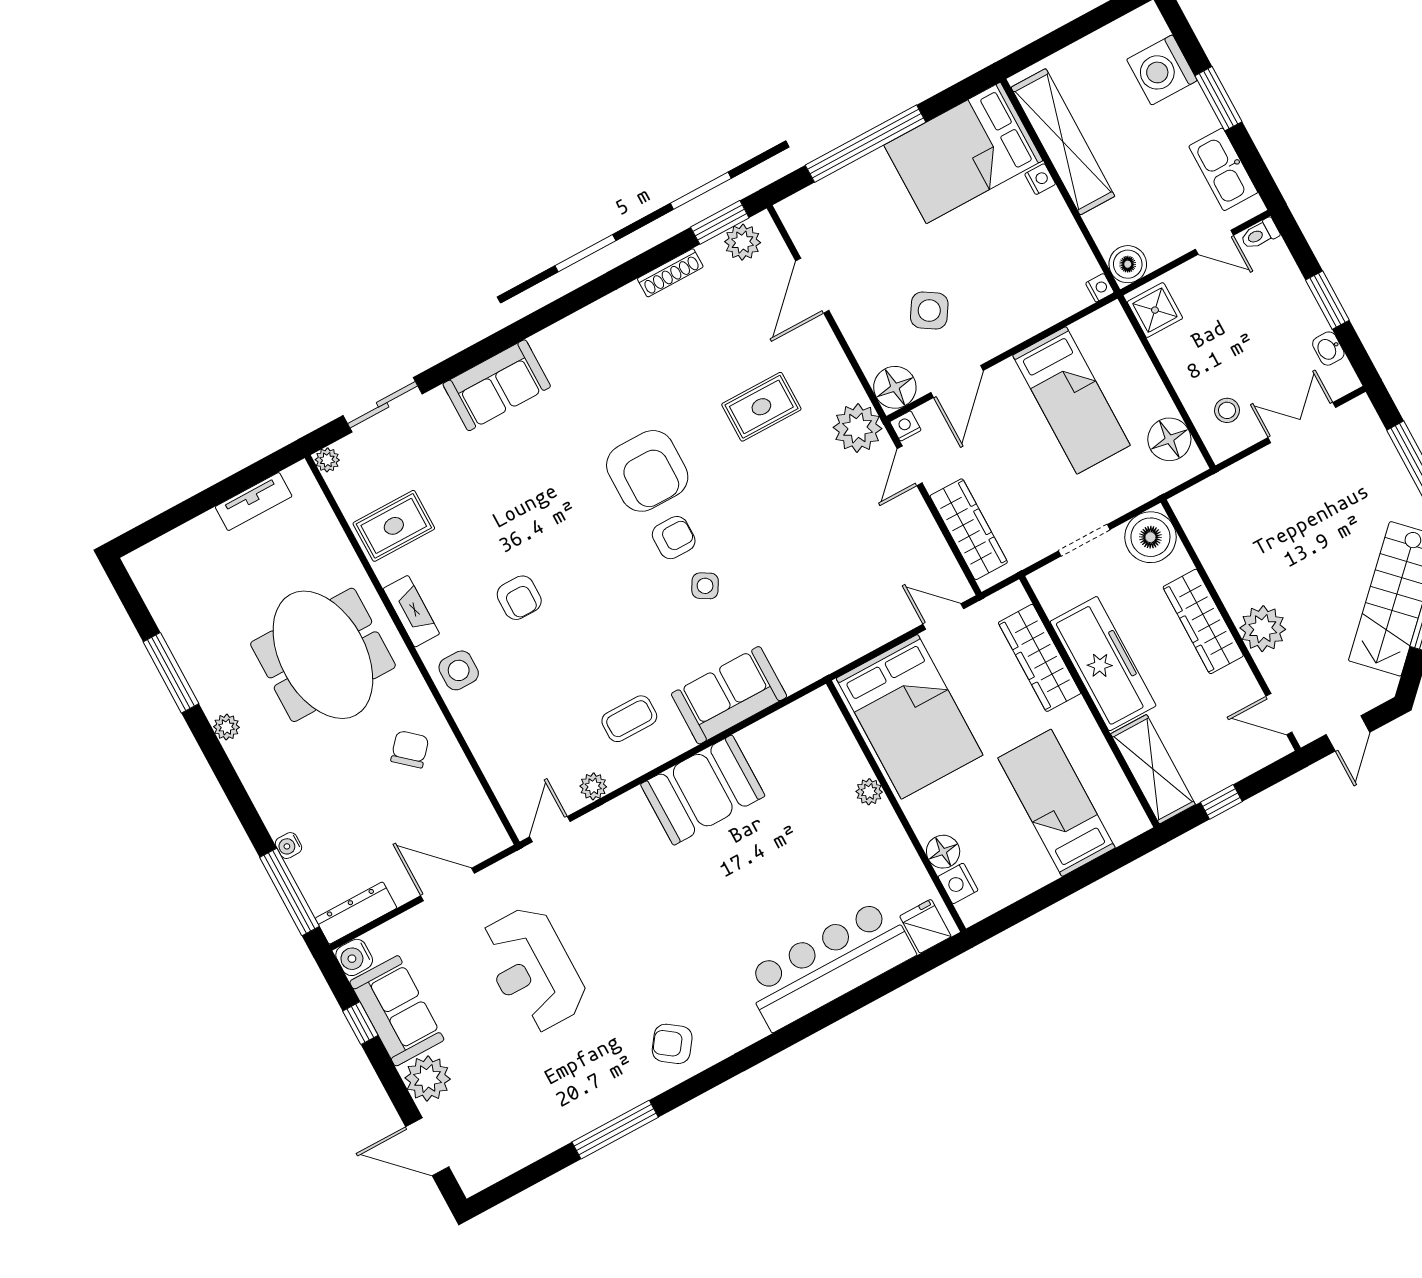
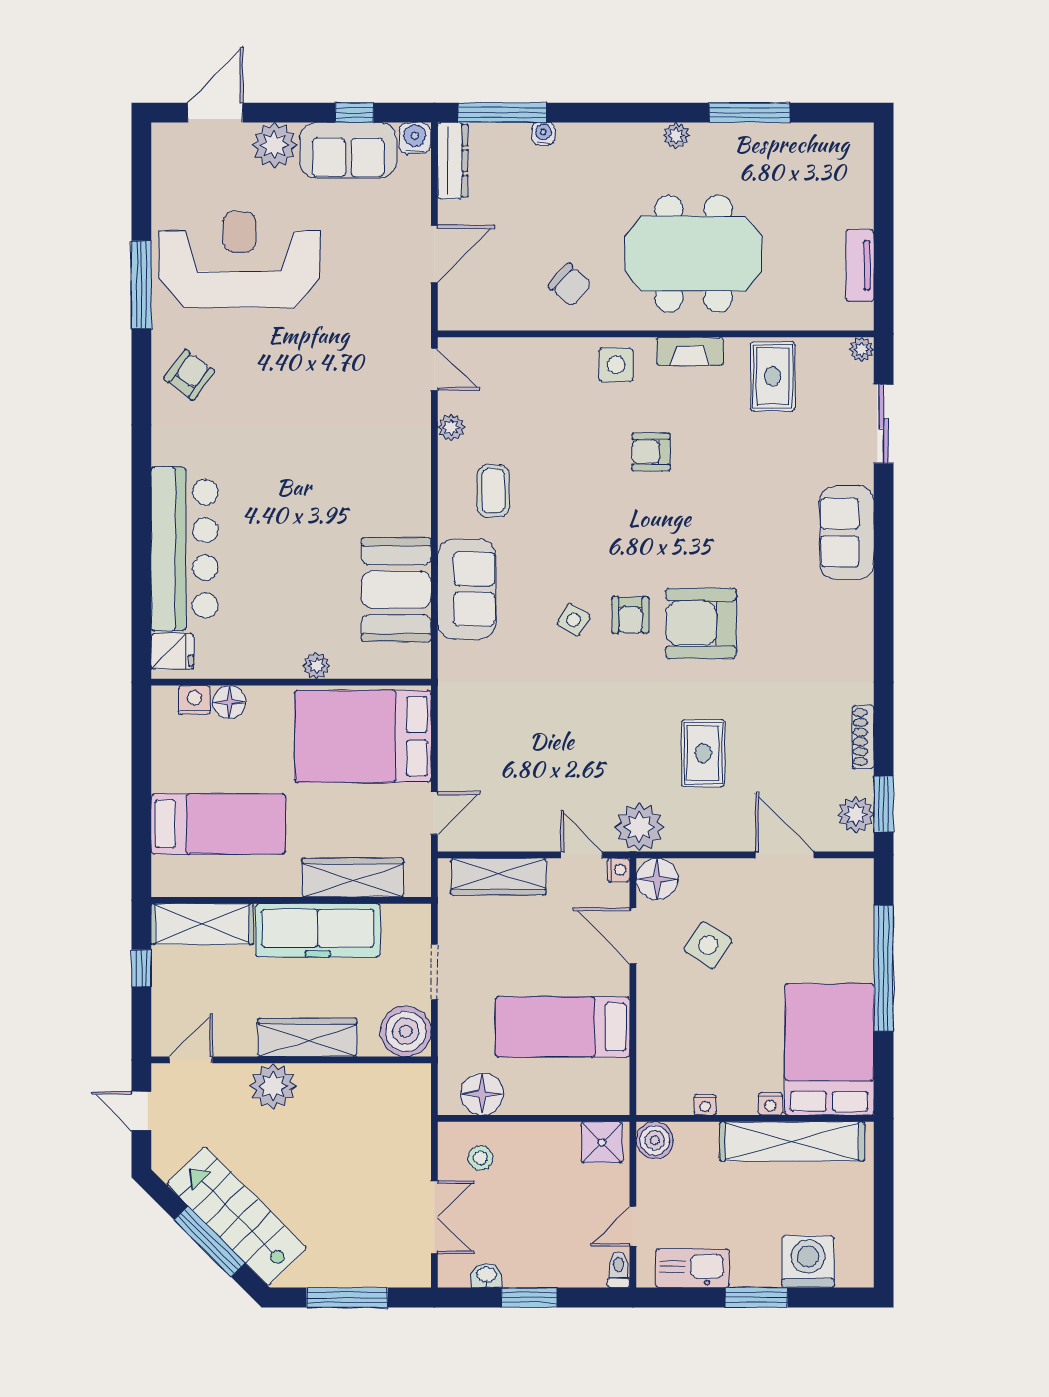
nightstand: (1100, 288) -> (705, 1105), moved
booth: (703, 790) -> (396, 590), moved
reception desk: (533, 969) -> (239, 260), moved, width x1.36, depth x1.30

